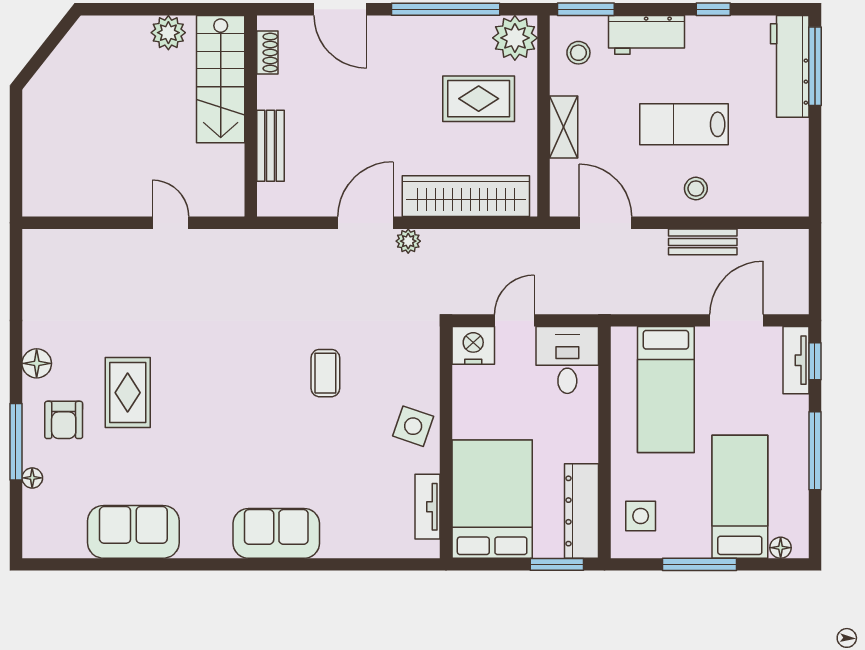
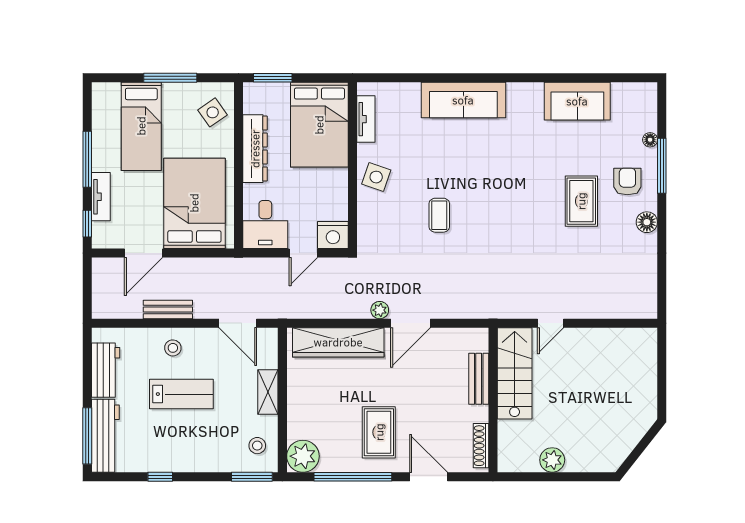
workbench: (647, 35) -> (106, 370), moved, turned 90
shoe rack: (267, 53) -> (481, 446), width x1.43
stairs: (221, 79) -> (515, 373), moved
rug: (479, 99) -> (379, 432), moved, turned 90
door: (171, 223) -> (551, 323), hinge flipped
tv unit: (796, 360) -> (101, 197), moved
bed: (666, 390) -> (194, 203), width x1.50
dresser: (582, 511) -> (255, 149), moved
side table: (641, 516) -> (213, 112), turned -35
sofa: (276, 533) -> (463, 100), width x1.36
floor lamp: (781, 548) -> (112, 90), removed

